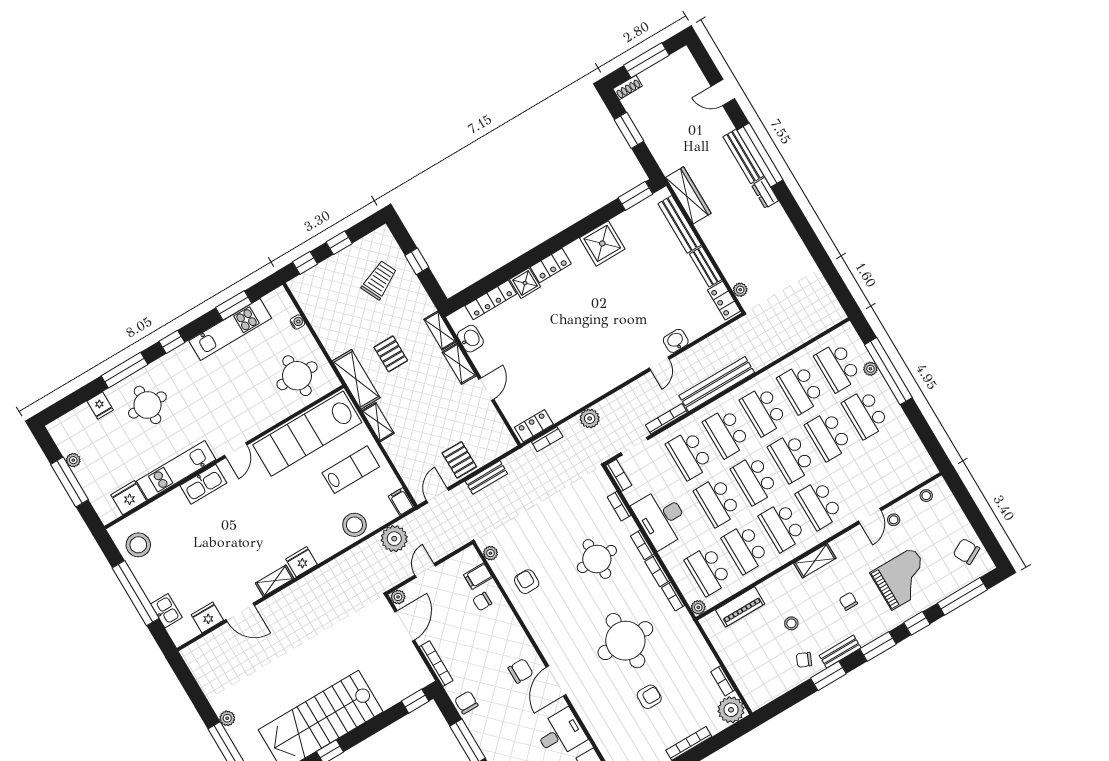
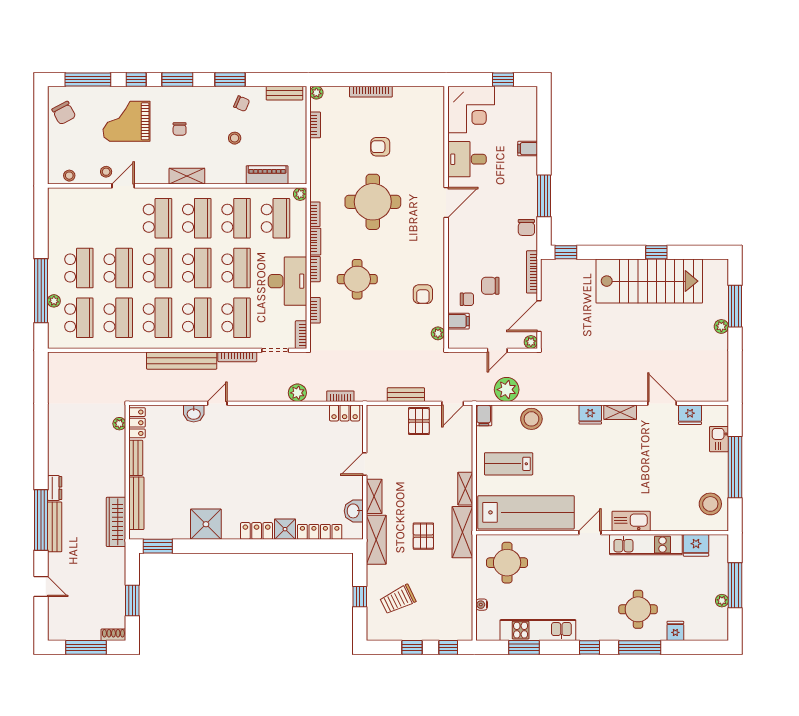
shelving: (440, 331) -> (376, 540), width x1.50, depth x1.33
bench: (840, 652) -> (285, 93), moved
chair: (521, 671) -> (490, 286), moved
plant: (731, 710) -> (316, 93), width x0.53, depth x0.53

